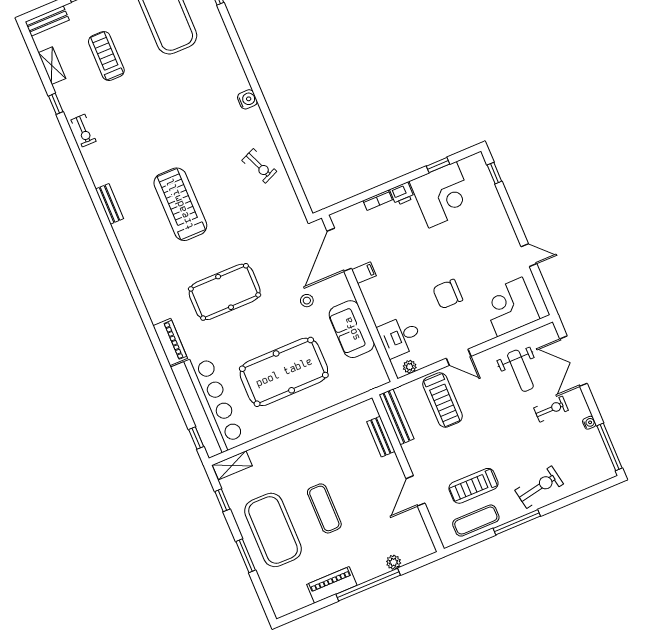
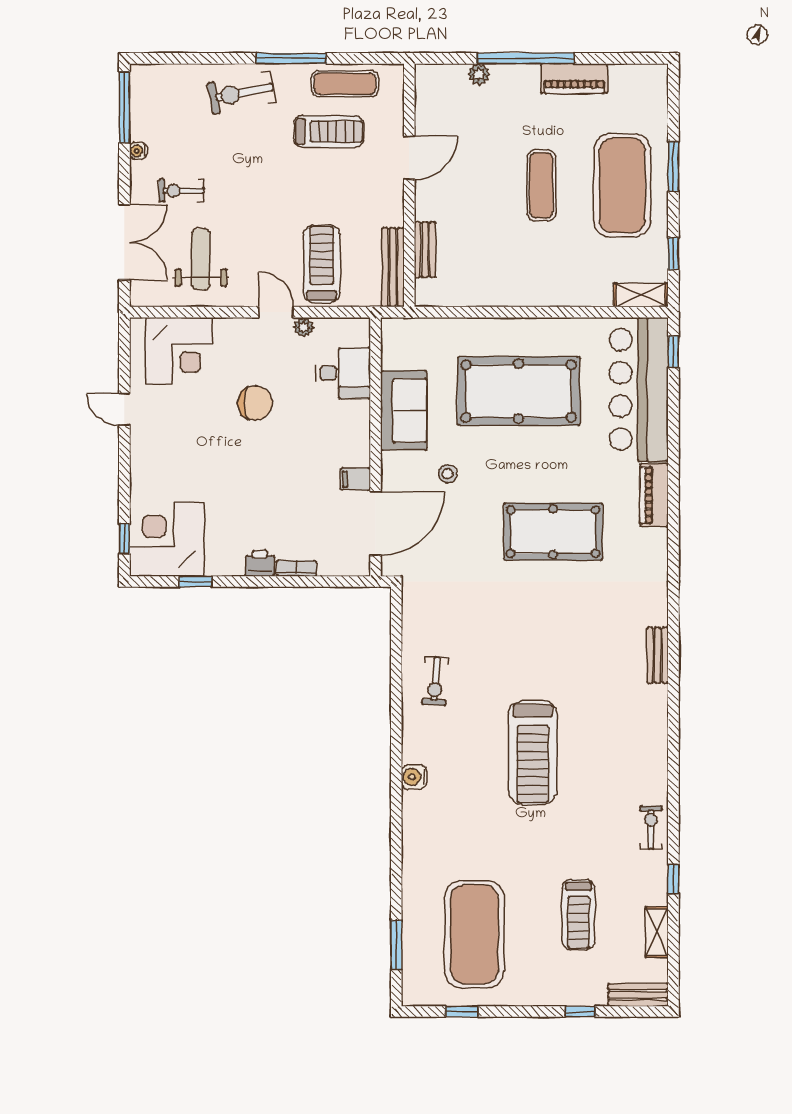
exercise bike: (259, 166) -> (435, 681), turned -153
corner desk: (443, 195) -> (167, 539), moved
bench: (110, 204) -> (658, 655), moved
treadmill: (180, 204) -> (533, 752), moved
plant: (410, 367) -> (304, 327), moved

